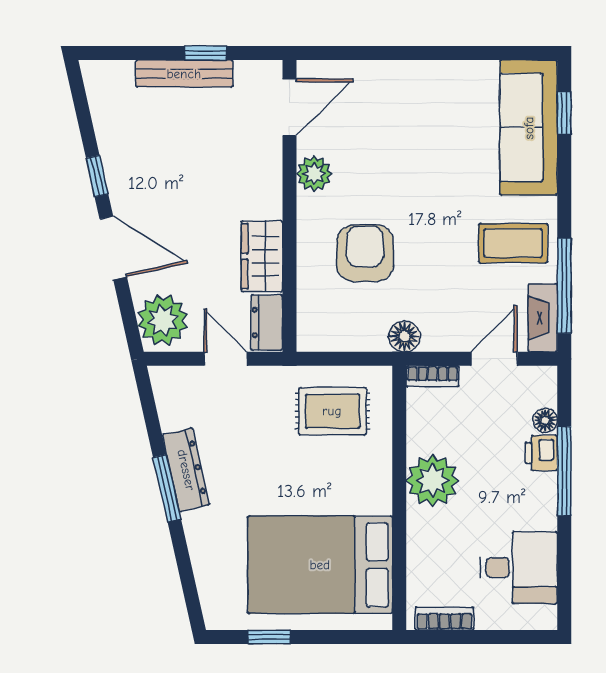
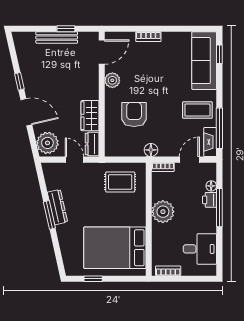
bookcase: (398, 72) -> (148, 37), added

